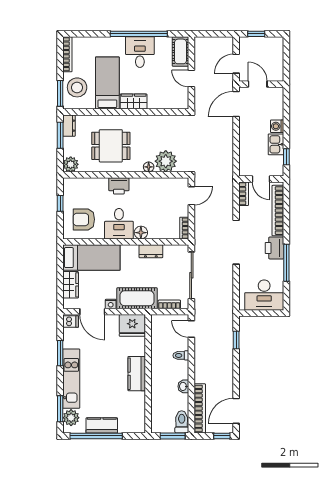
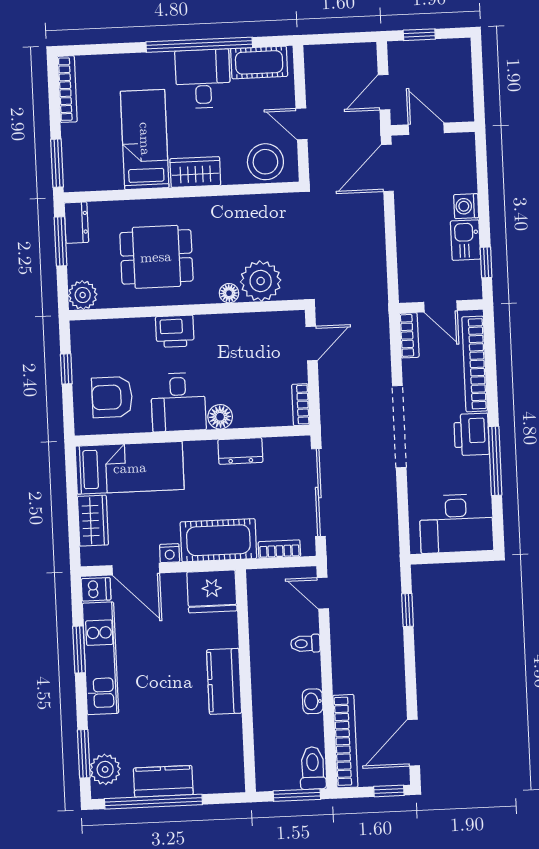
cot: (180, 51) -> (259, 62), moved, turned 90
stool: (77, 87) -> (265, 162), moved
kitchen unit: (71, 379) -> (100, 658), moved

